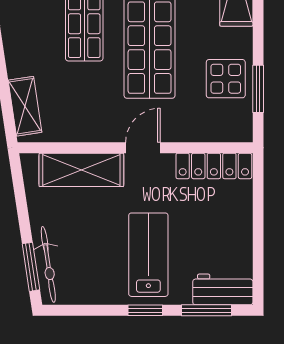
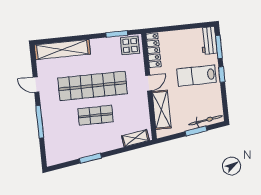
display table: (226, 79) -> (130, 45), moved
door: (143, 148) -> (149, 83), swing flipped
window: (31, 267) -> (196, 131), moved

